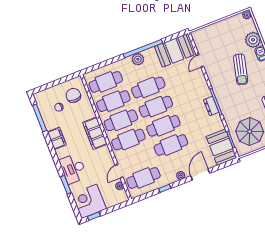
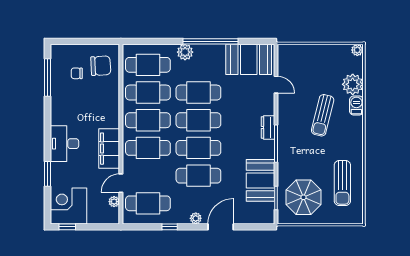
plant: (138, 59) -> (185, 52), moved
door: (200, 61) -> (276, 85), swing flipped
chair: (73, 95) -> (101, 66), turned 87
dresser: (211, 106) -> (268, 127), moved
filing cabinet: (95, 133) -> (109, 149), moved
filing cabinet: (57, 138) -> (59, 111), removed
booth: (221, 147) -> (260, 180), moved
desk: (73, 169) -> (64, 144), moved

